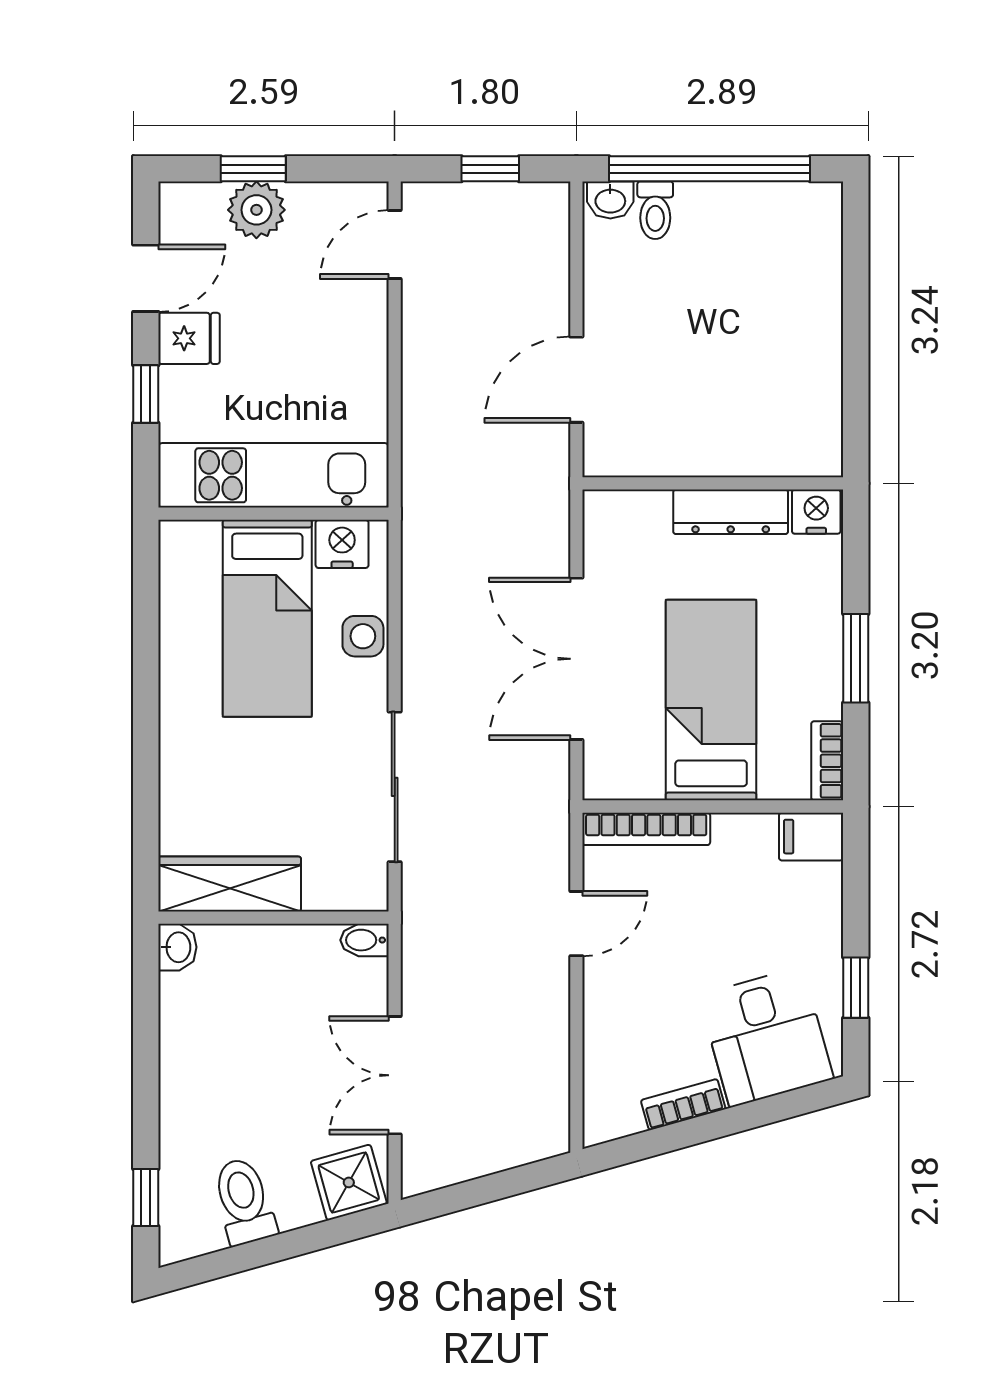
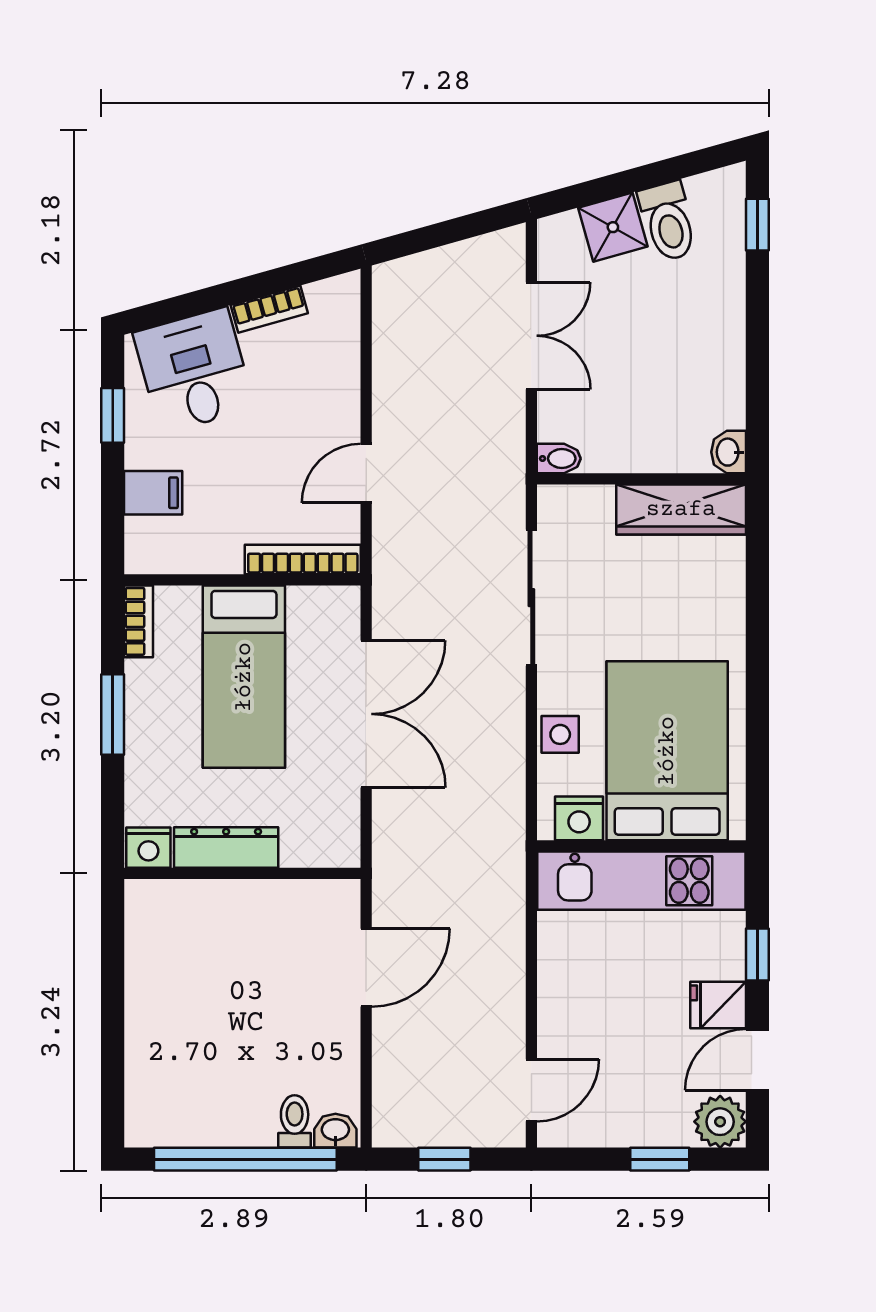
plant: (256, 210) -> (720, 1122), moved
bed: (267, 618) -> (667, 751), width x1.50
filing cabinet: (811, 837) -> (153, 493), moved
shower: (349, 1182) -> (613, 227), moved

